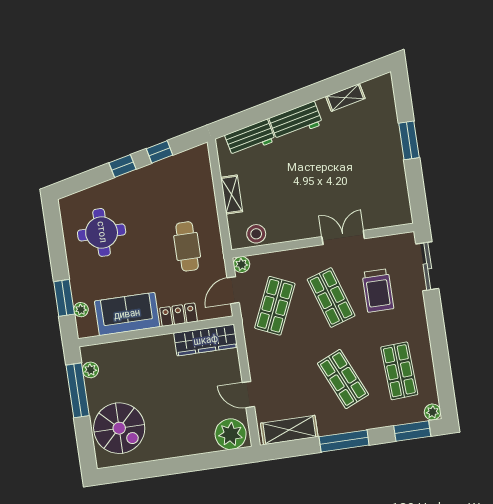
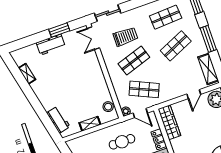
workbench: (296, 121) -> (51, 45), moved, turned 103
window: (409, 140) -> (59, 30), moved
double door: (343, 238) -> (93, 38), moved

